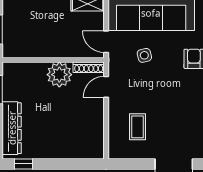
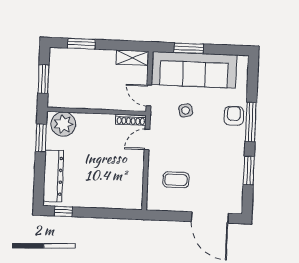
plant: (59, 75) -> (63, 124), moved
coffee table: (137, 127) -> (176, 180), turned 90

